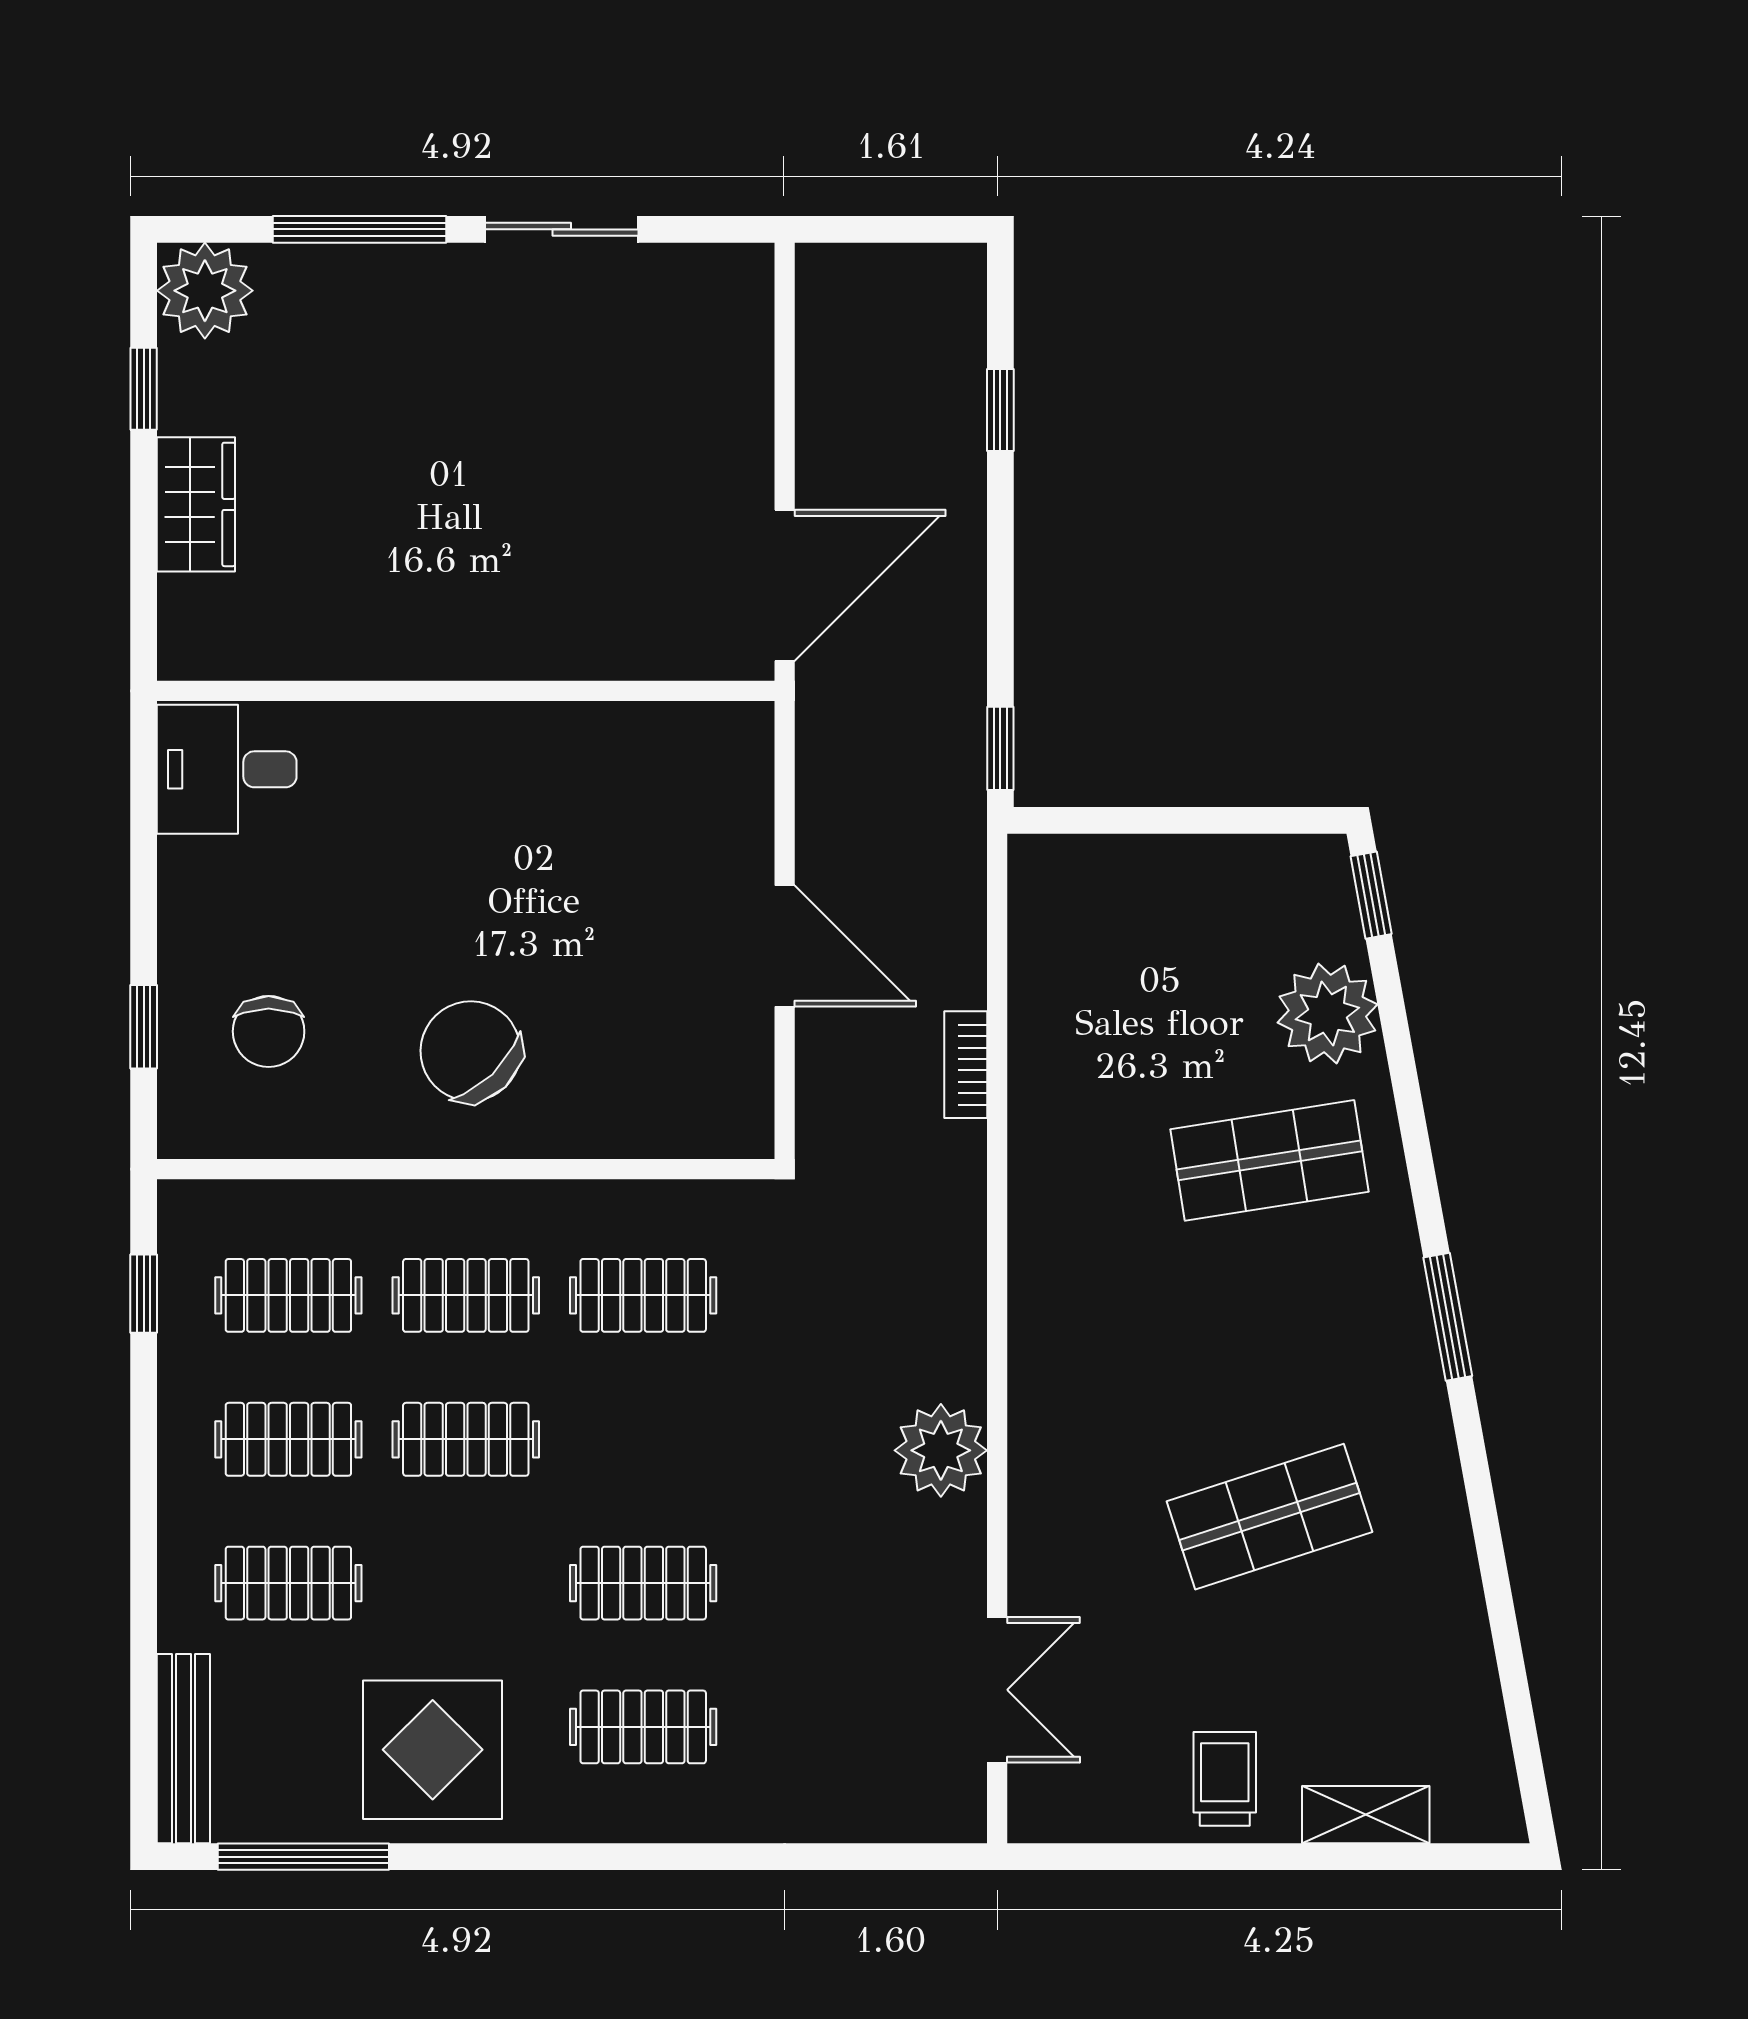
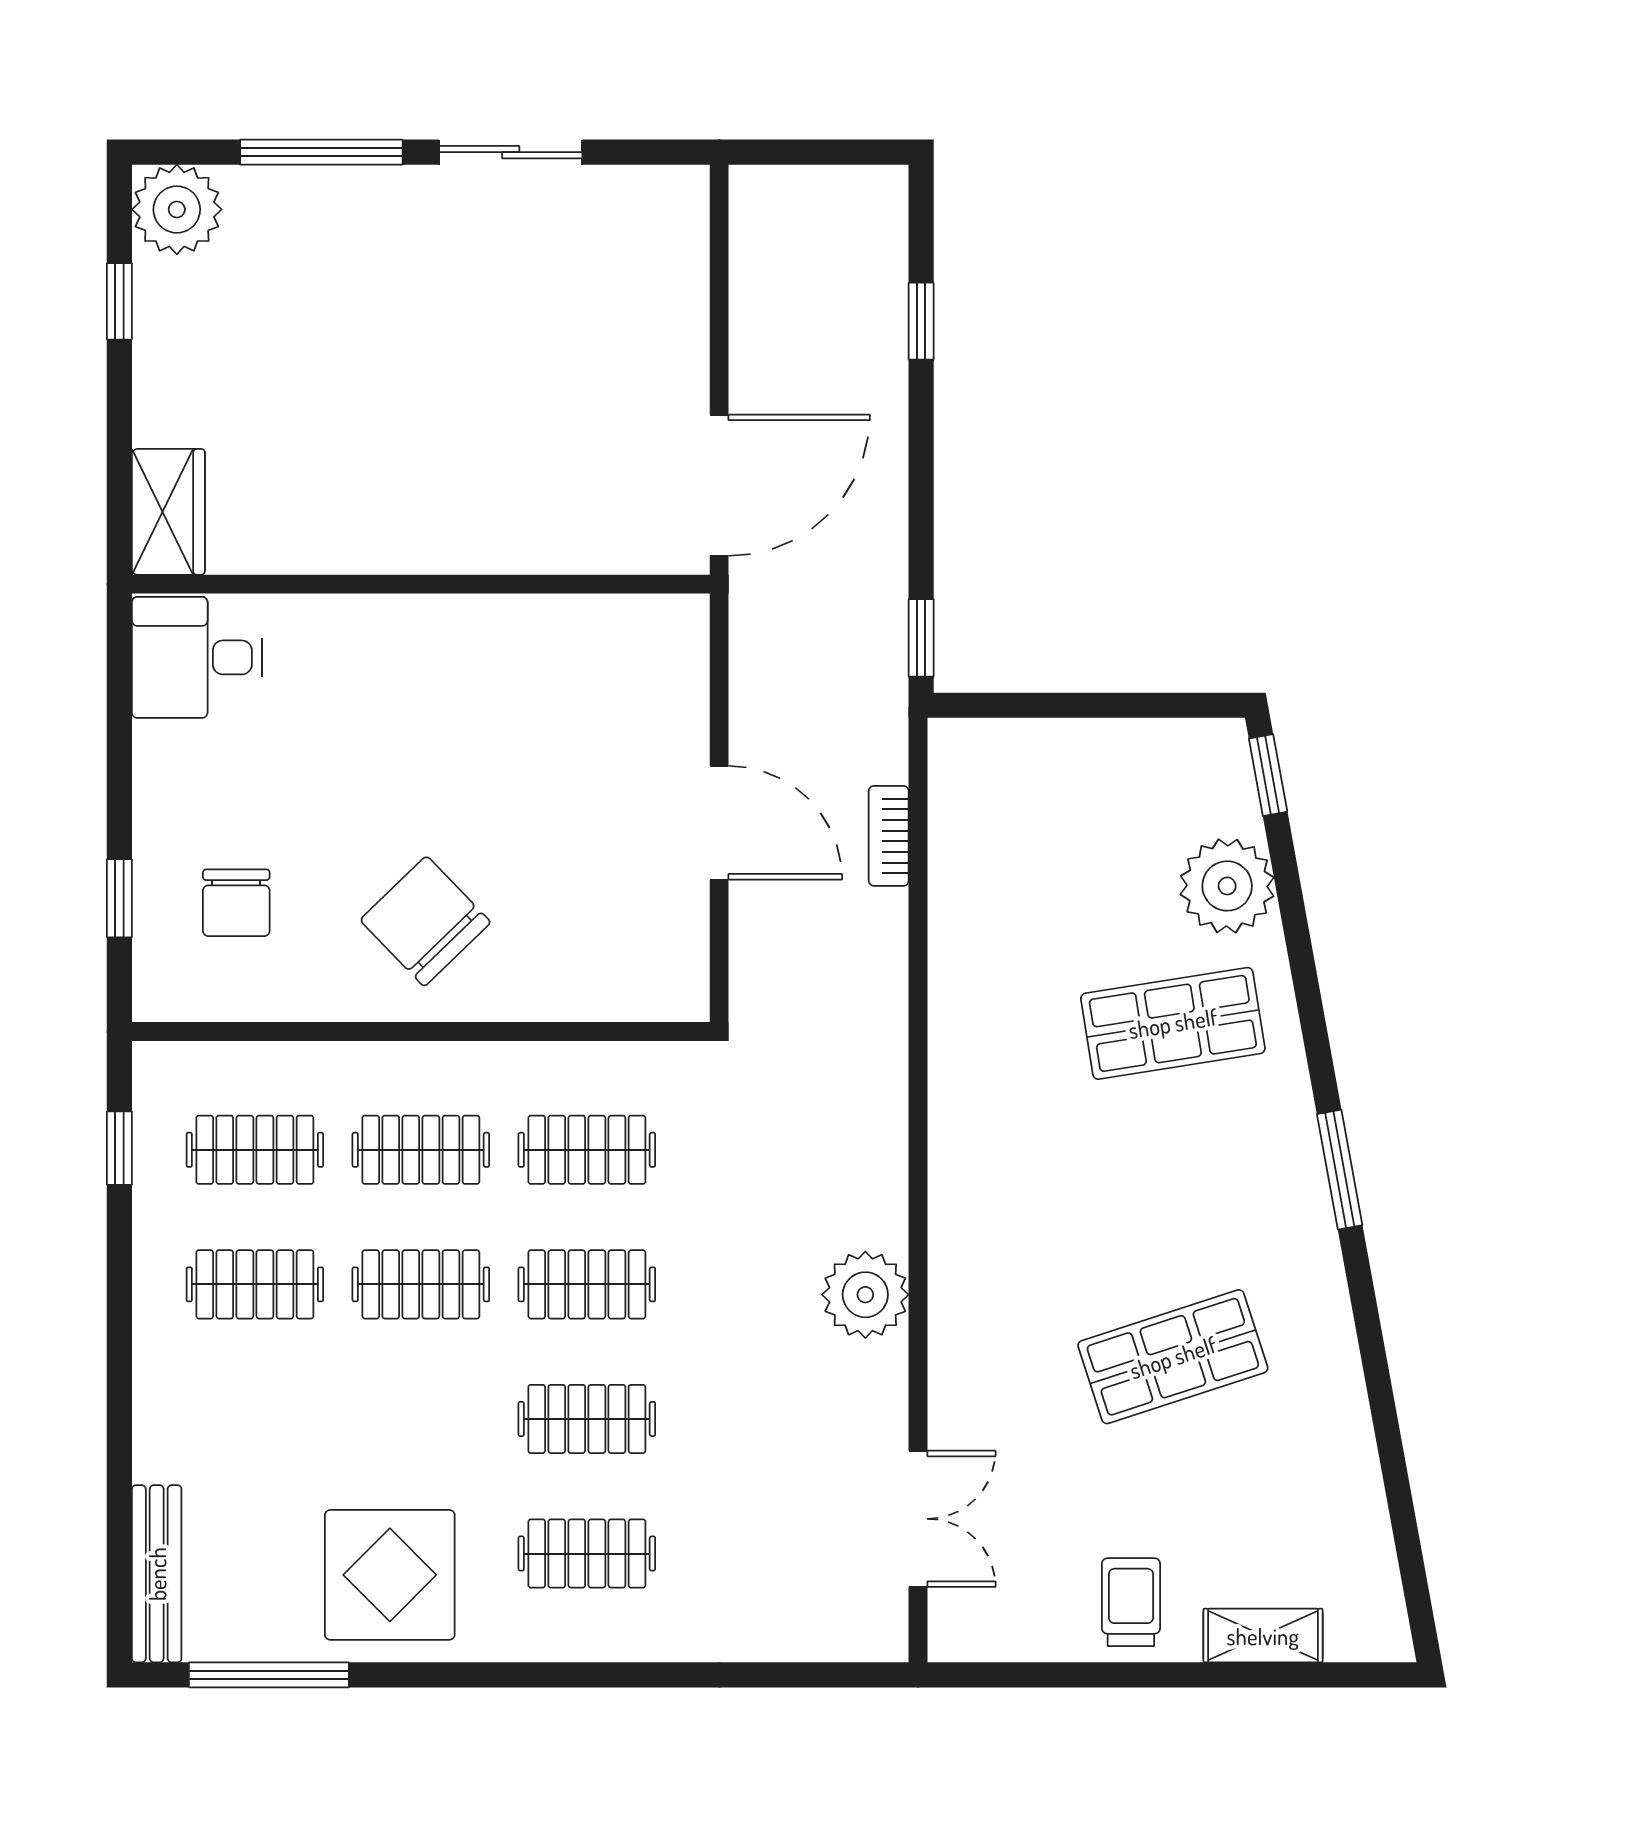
wardrobe: (196, 504) -> (168, 512), moved
bookcase: (966, 1065) -> (889, 836), moved
clothes rail: (288, 1583) -> (587, 1284), moved

